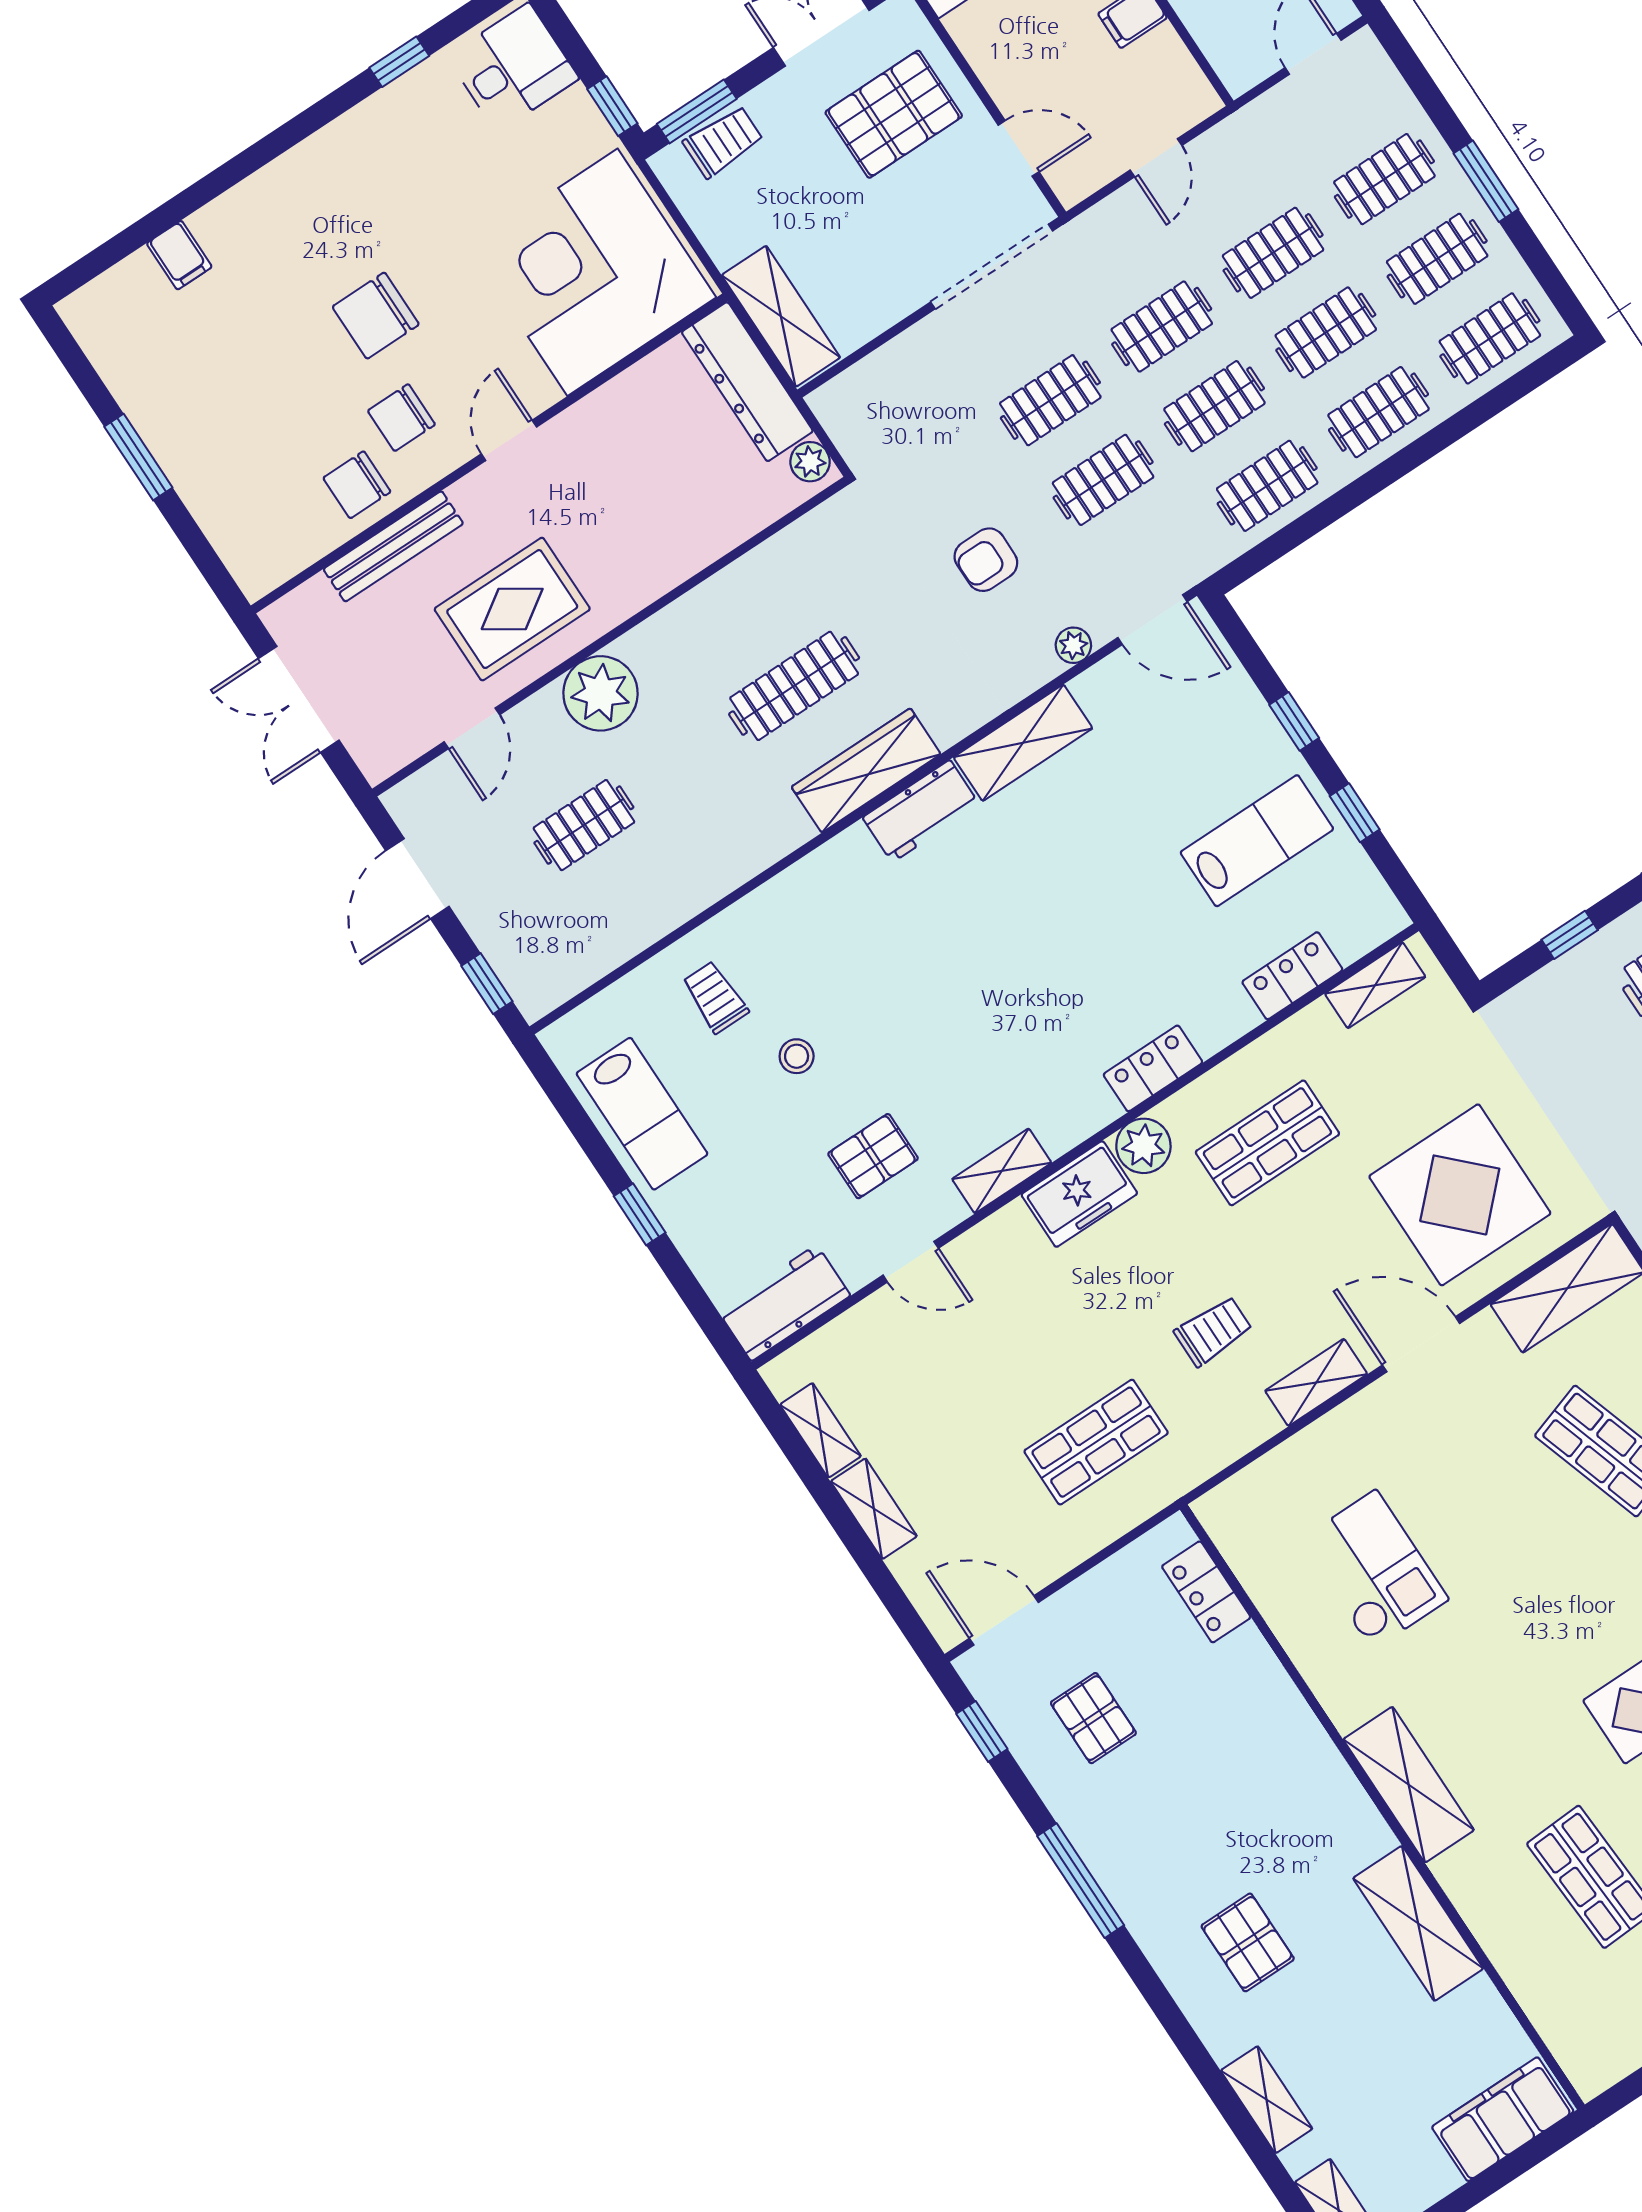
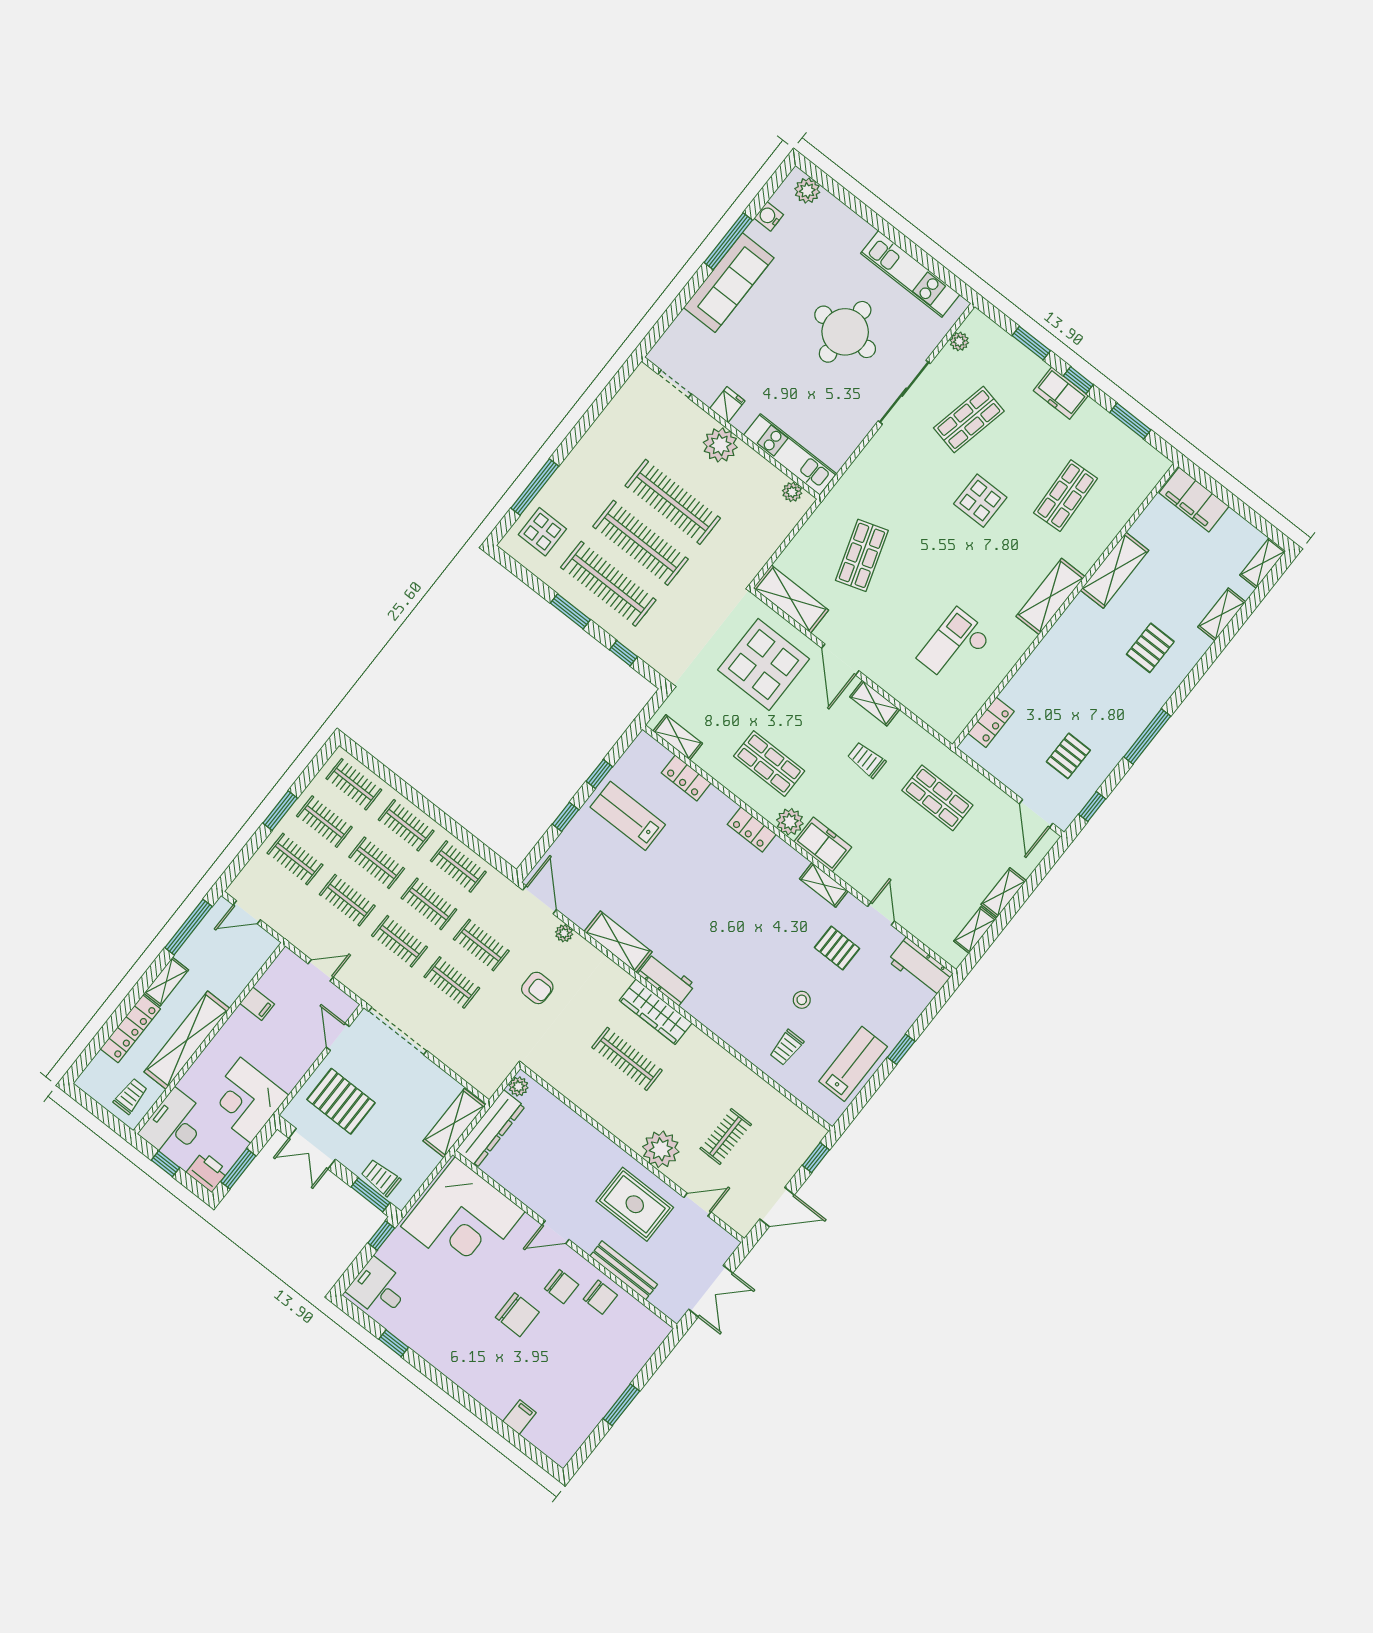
clothes rail: (584, 825) -> (726, 1137), turned 90

